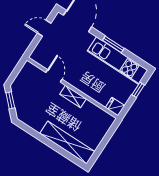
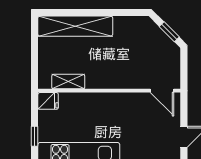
door: (54, 76) -> (162, 91), moved
shelving: (73, 97) -> (68, 82), moved

